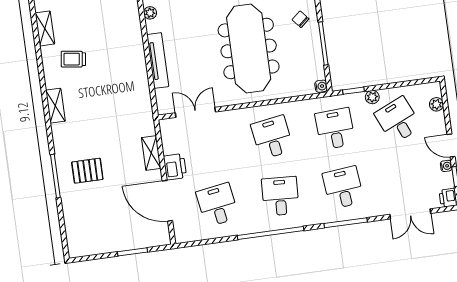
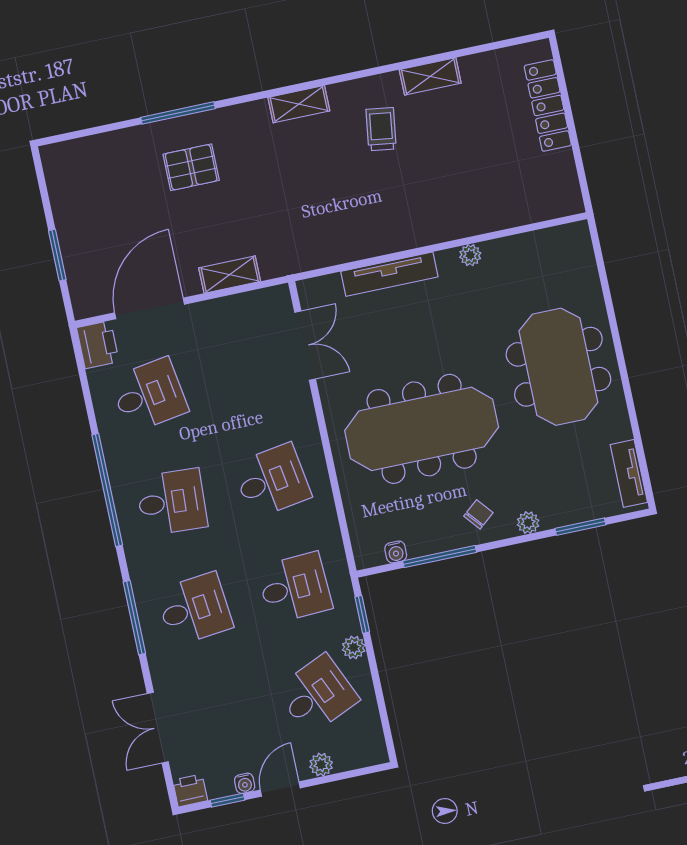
water cooler: (321, 86) -> (396, 552), moved
plant: (436, 104) -> (321, 765), moved
printer: (175, 167) -> (98, 345), moved, turned -90
pallet: (87, 171) -> (191, 167), turned 90

